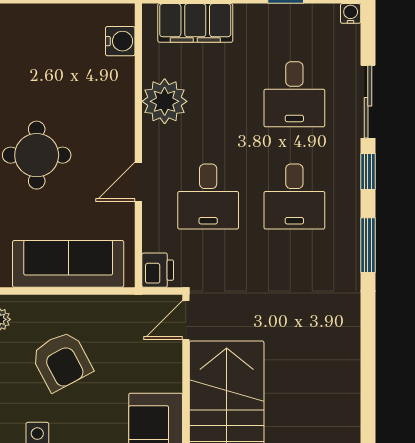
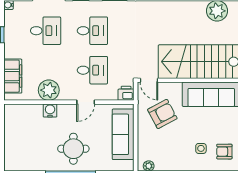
water cooler: (120, 41) -> (50, 110), moved
door: (138, 182) -> (86, 102), hinge flipped
armchair: (62, 361) -> (162, 114), moved

